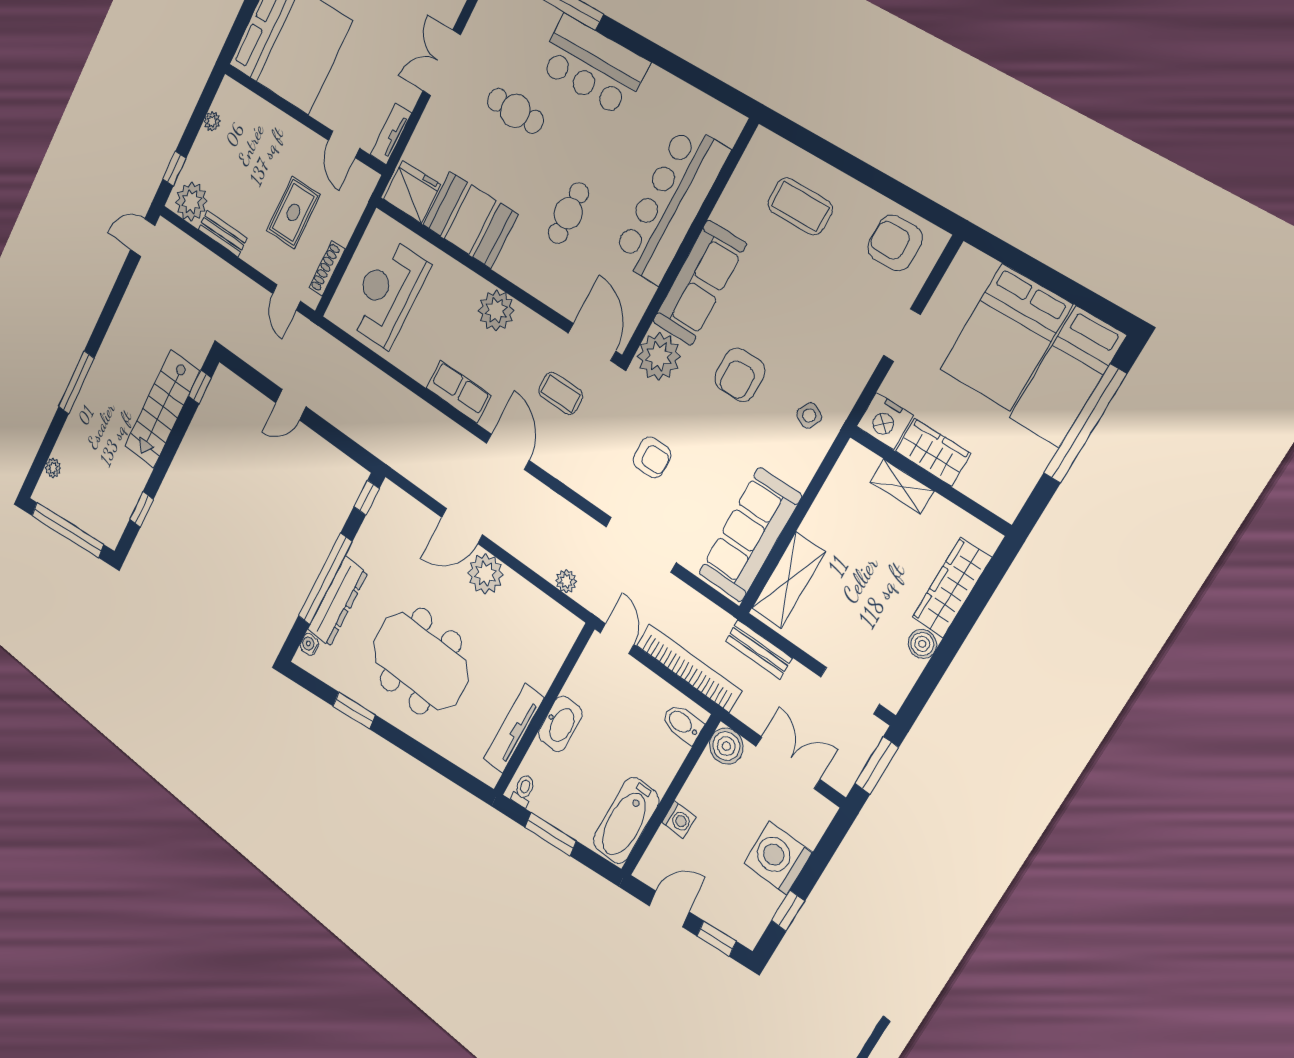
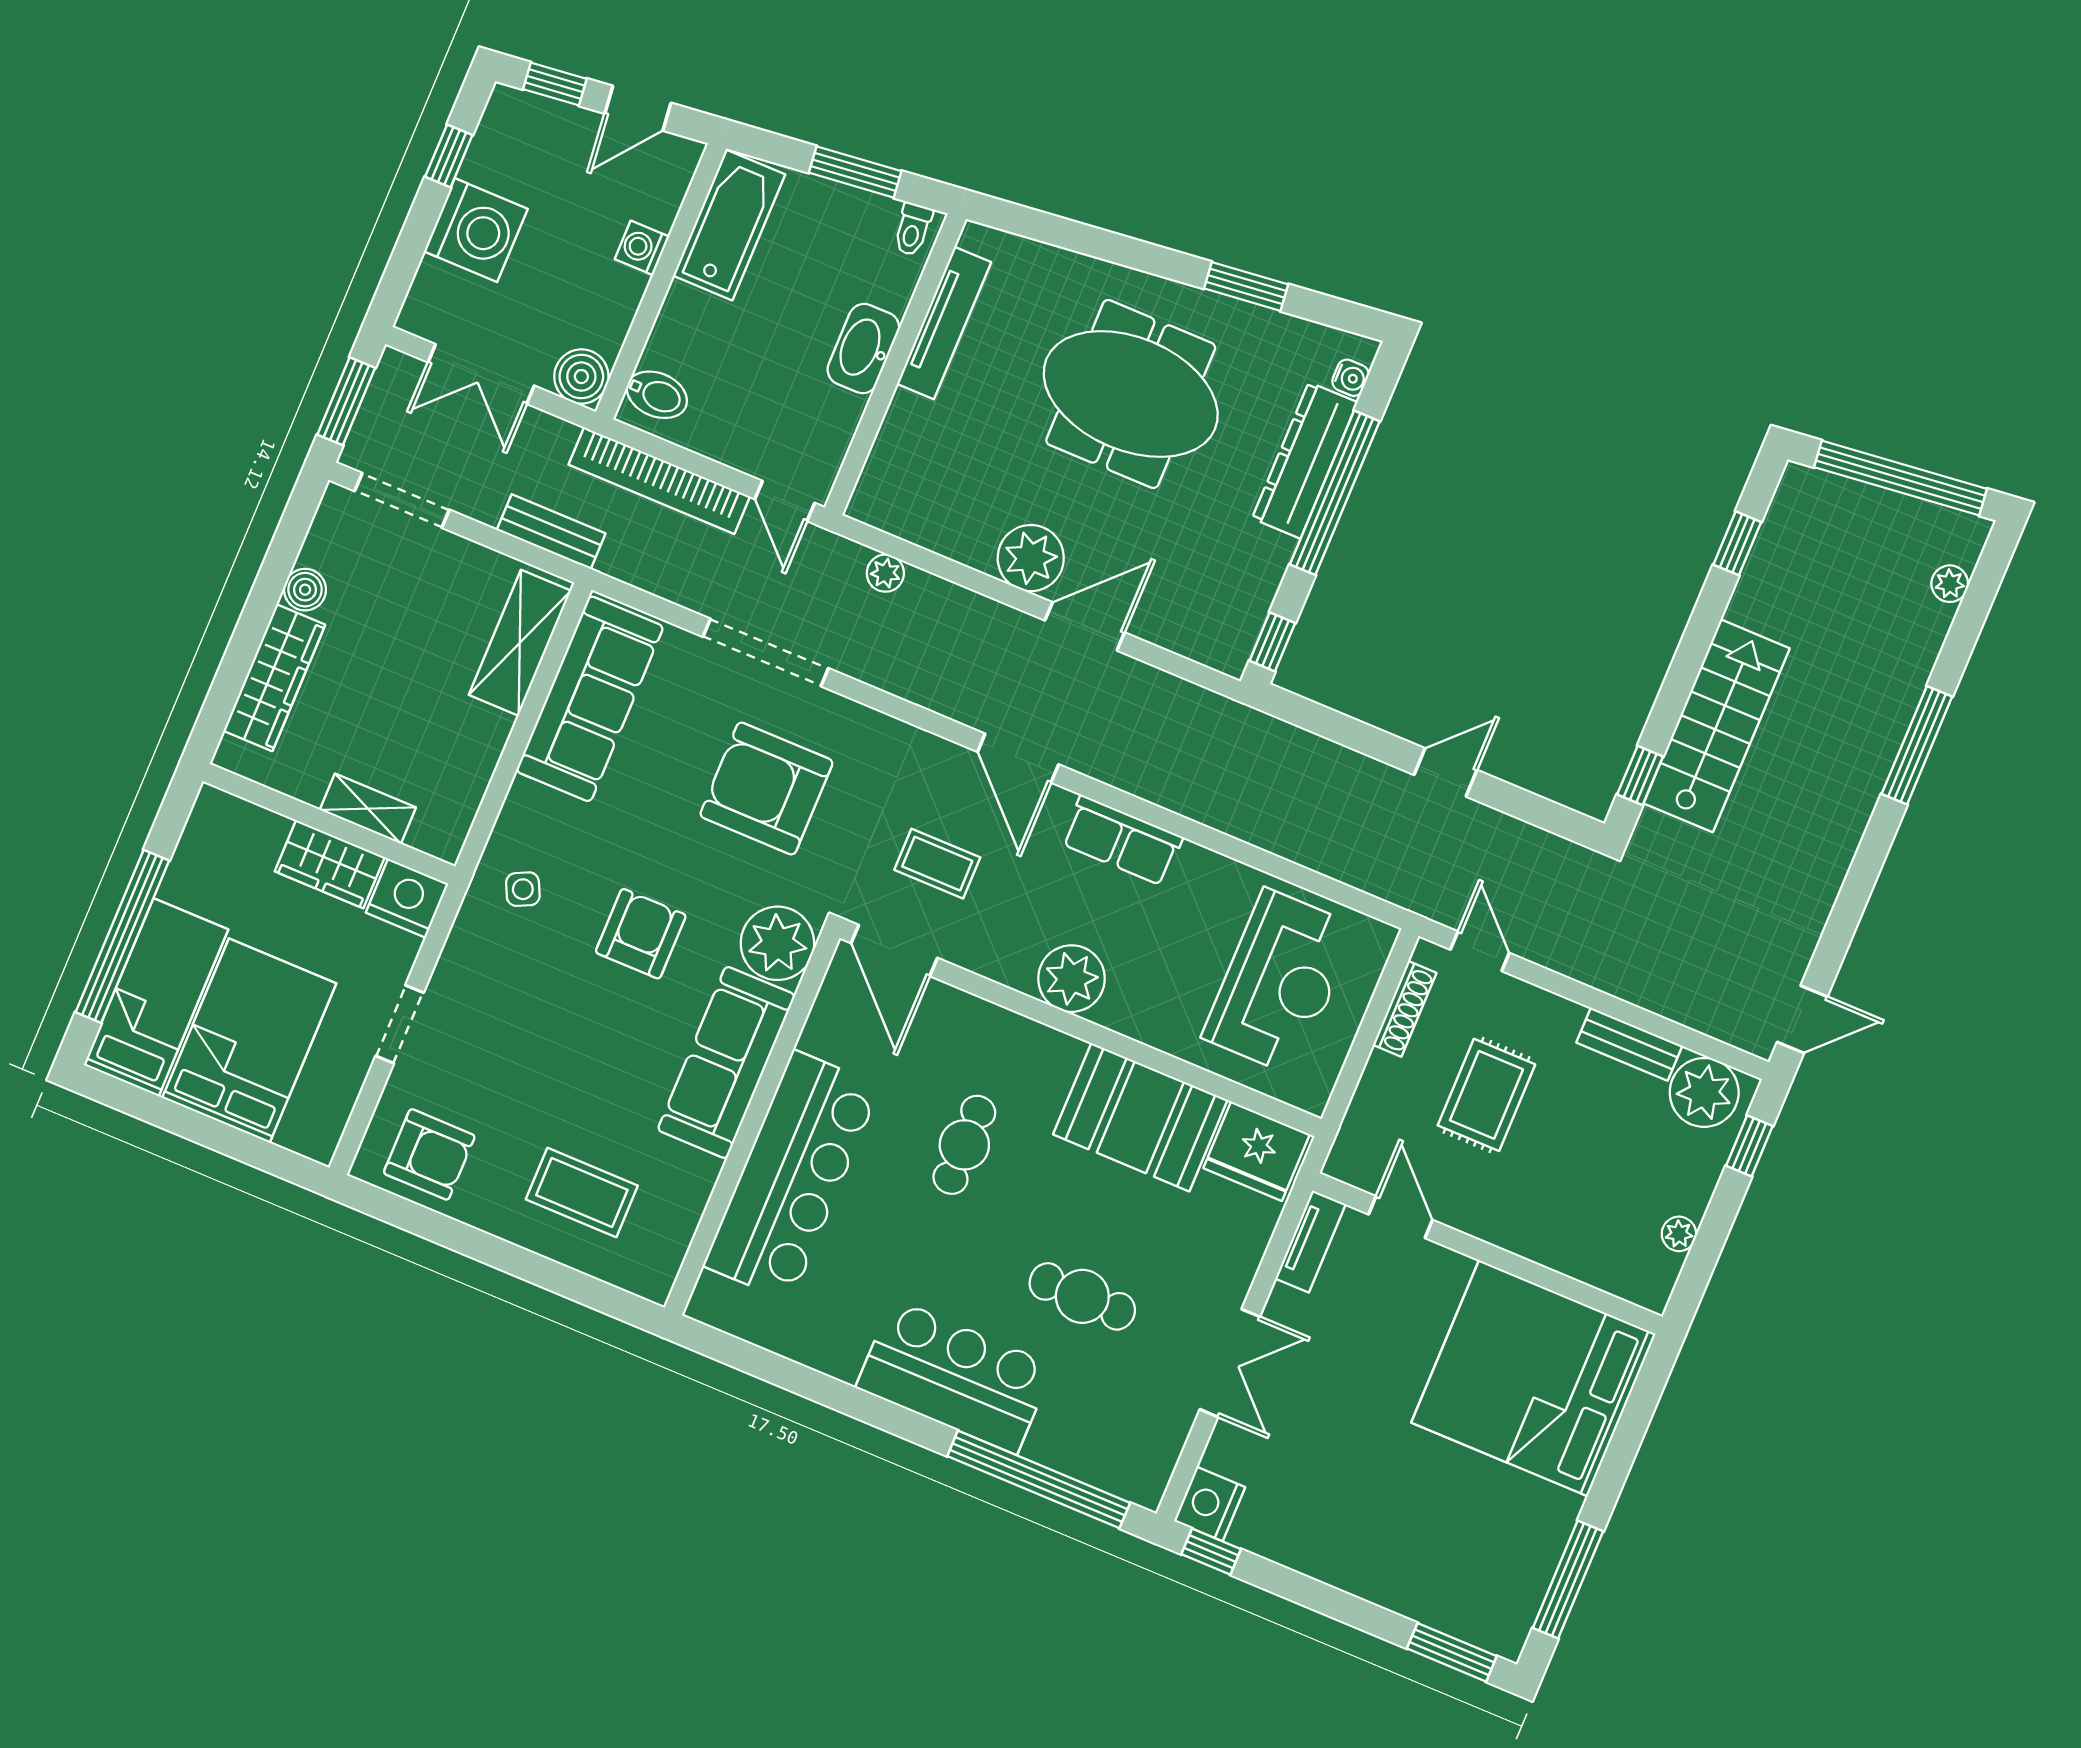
side table: (809, 415) -> (523, 889), turned 37
armchair: (652, 457) -> (766, 789), width x1.88, depth x1.88

